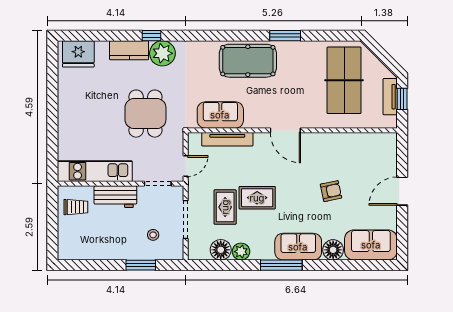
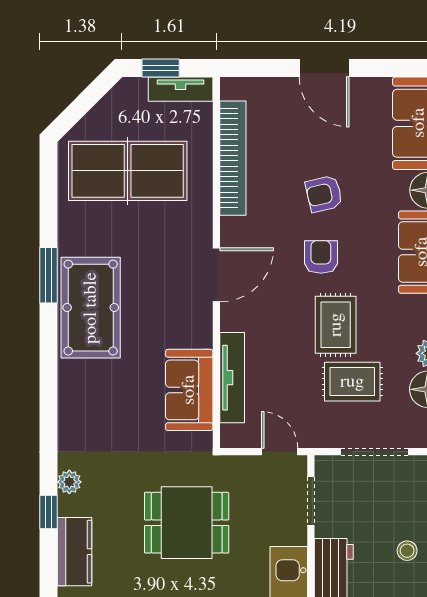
plant: (162, 53) -> (69, 482), width x0.53, depth x0.53
pool table: (248, 61) -> (91, 308), moved
tv unit: (390, 97) -> (181, 89), moved
bookcase: (351, 140) -> (233, 158), added
armchair: (295, 189) -> (321, 257), added
armchair: (331, 191) -> (324, 194), turned -91
stool: (153, 235) -> (407, 551), moved

